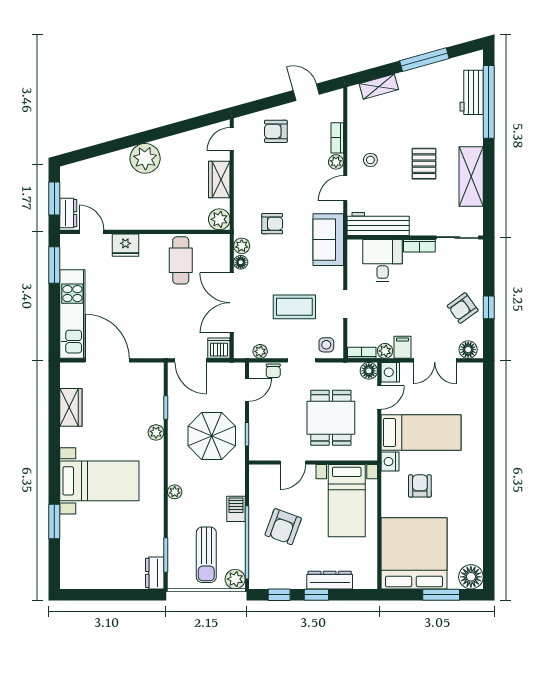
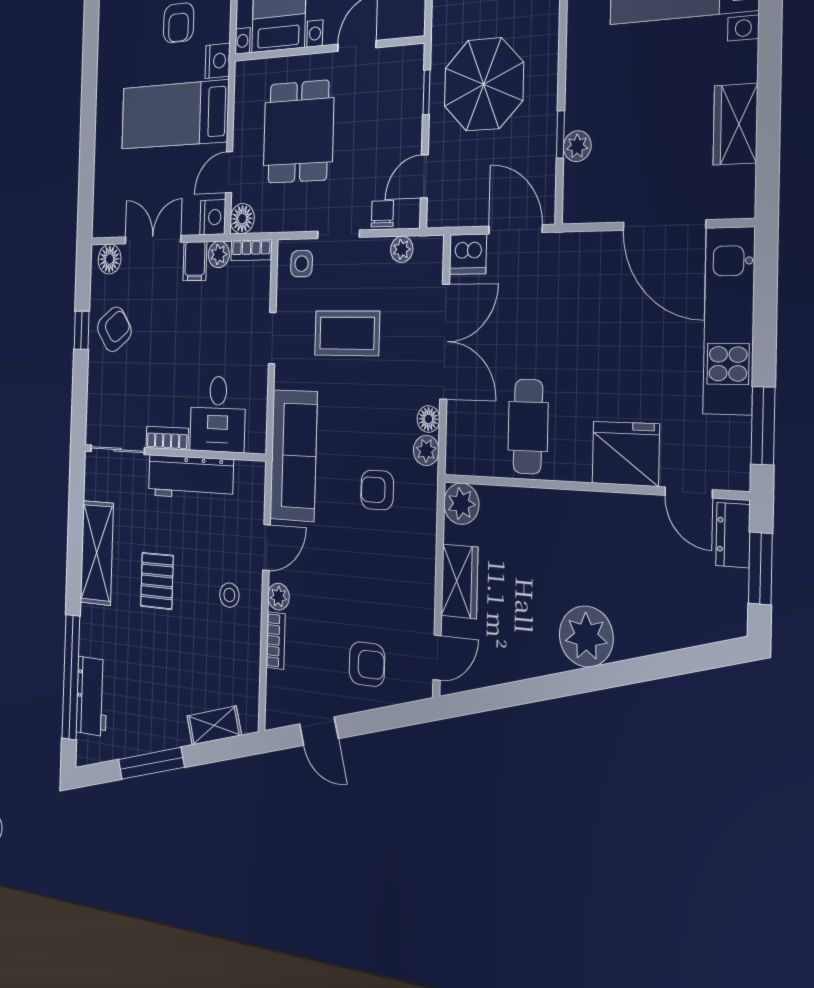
workbench: (378, 224) -> (190, 477), moved
sofa: (328, 240) -> (294, 455), width x1.36
fridge: (125, 245) -> (626, 454), width x1.36, depth x1.34
plant: (156, 432) -> (577, 146), moved

